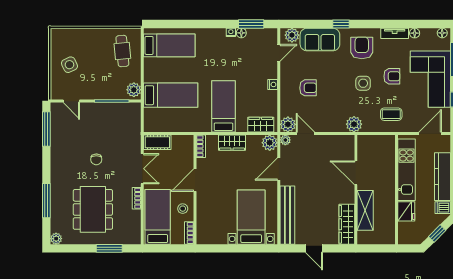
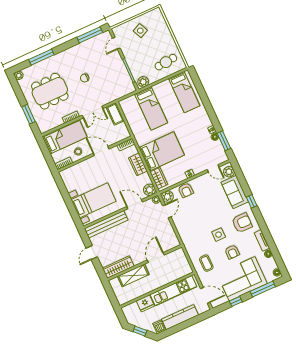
armchair: (308, 88) -> (186, 190), moved
bed: (223, 106) -> (162, 151), width x1.50
plant: (354, 124) -> (188, 241), removed

